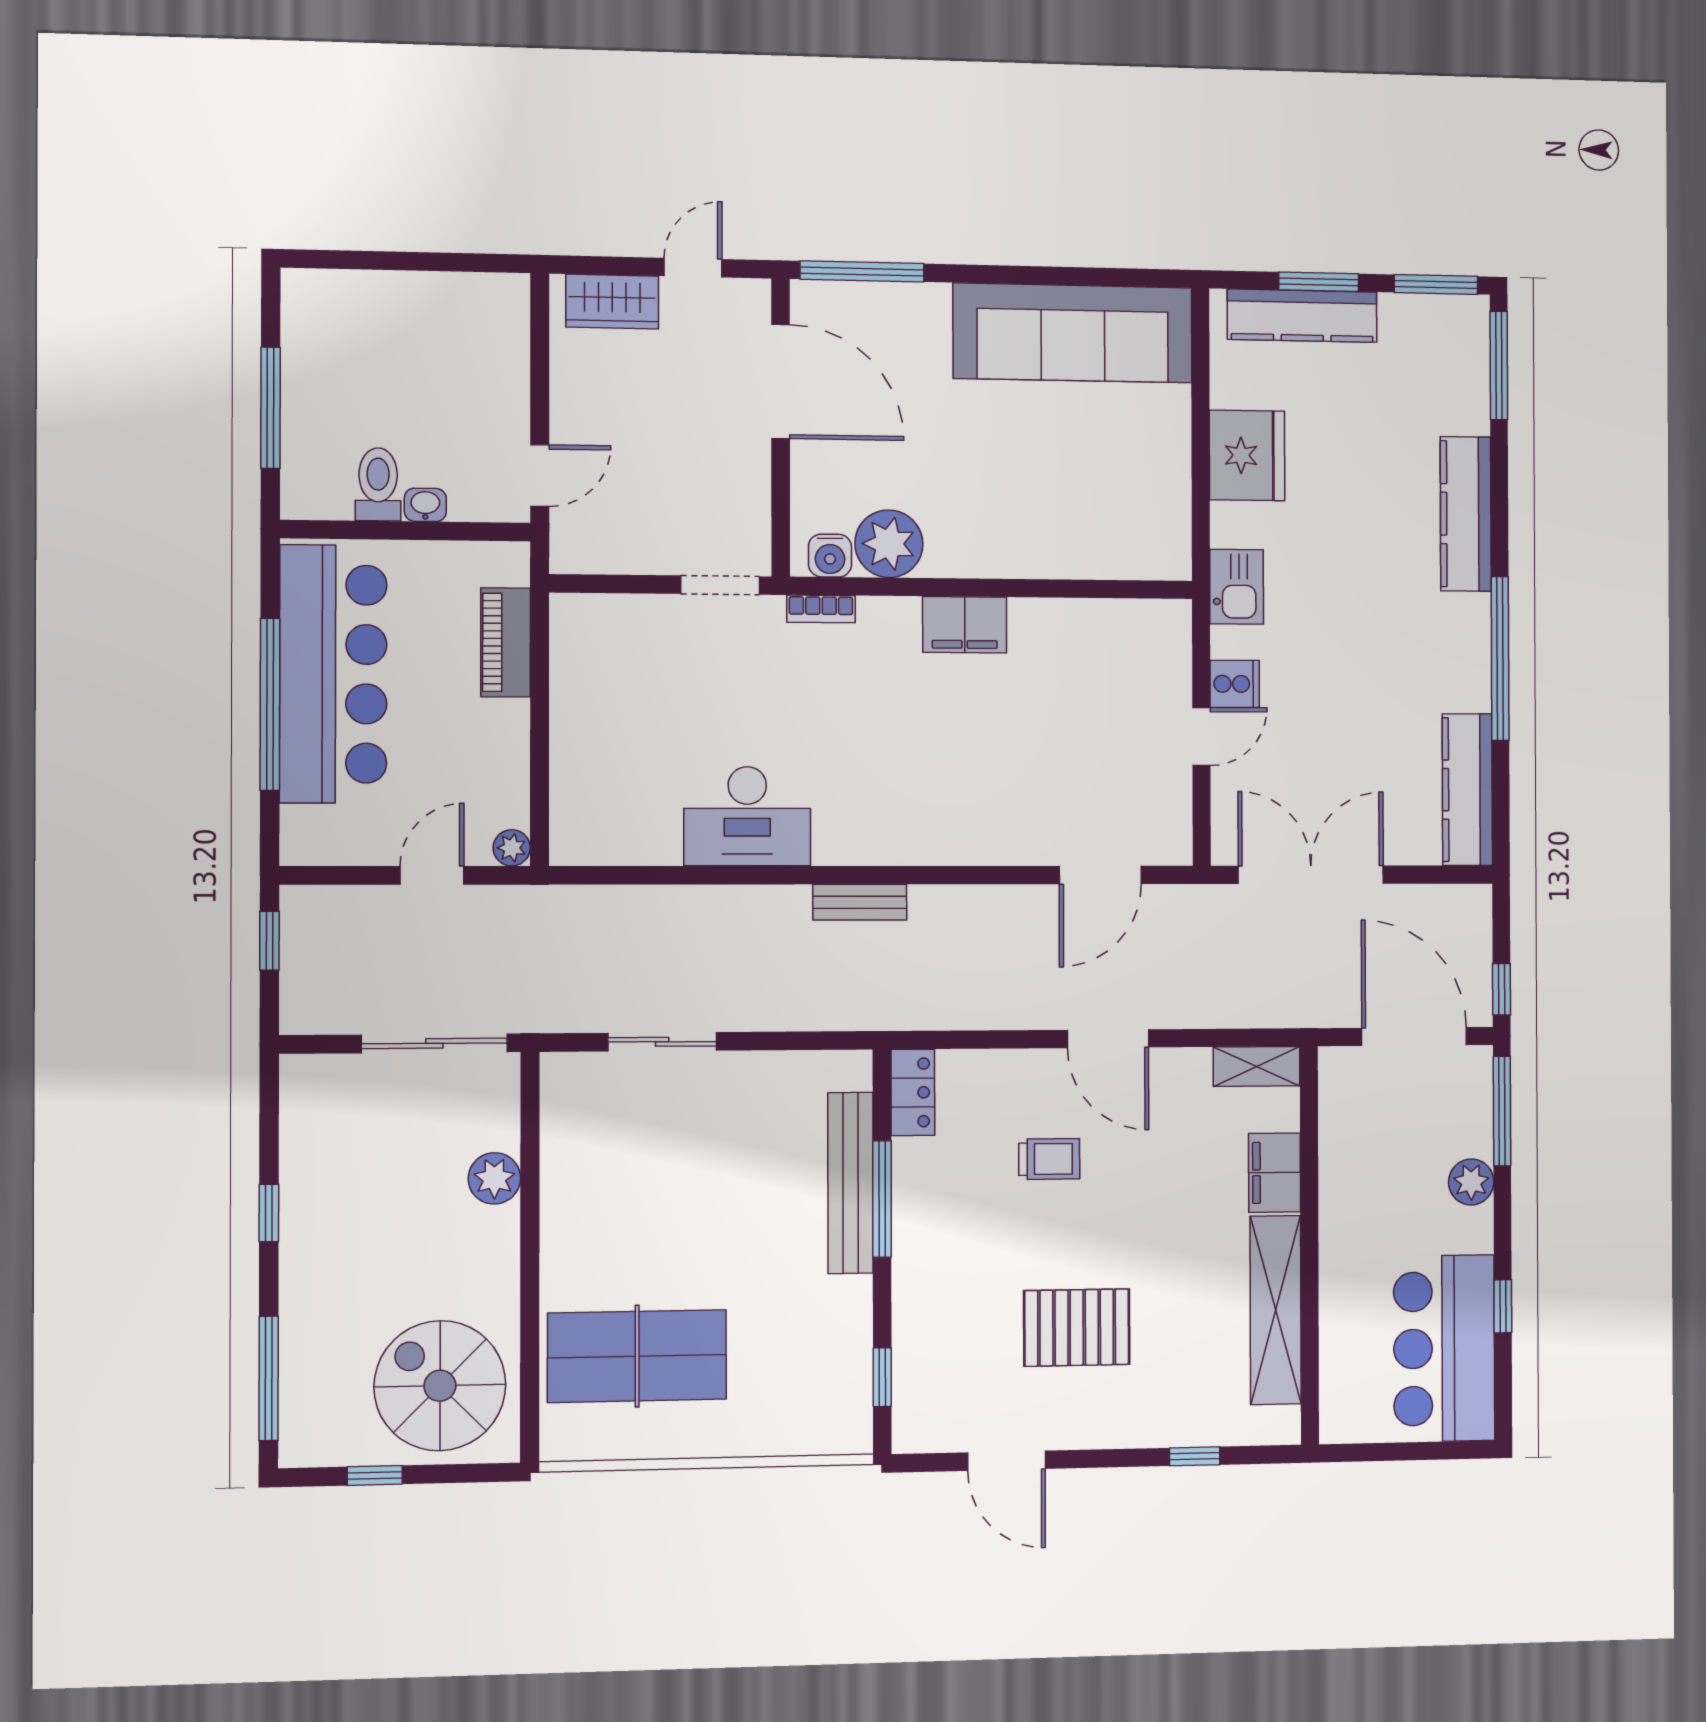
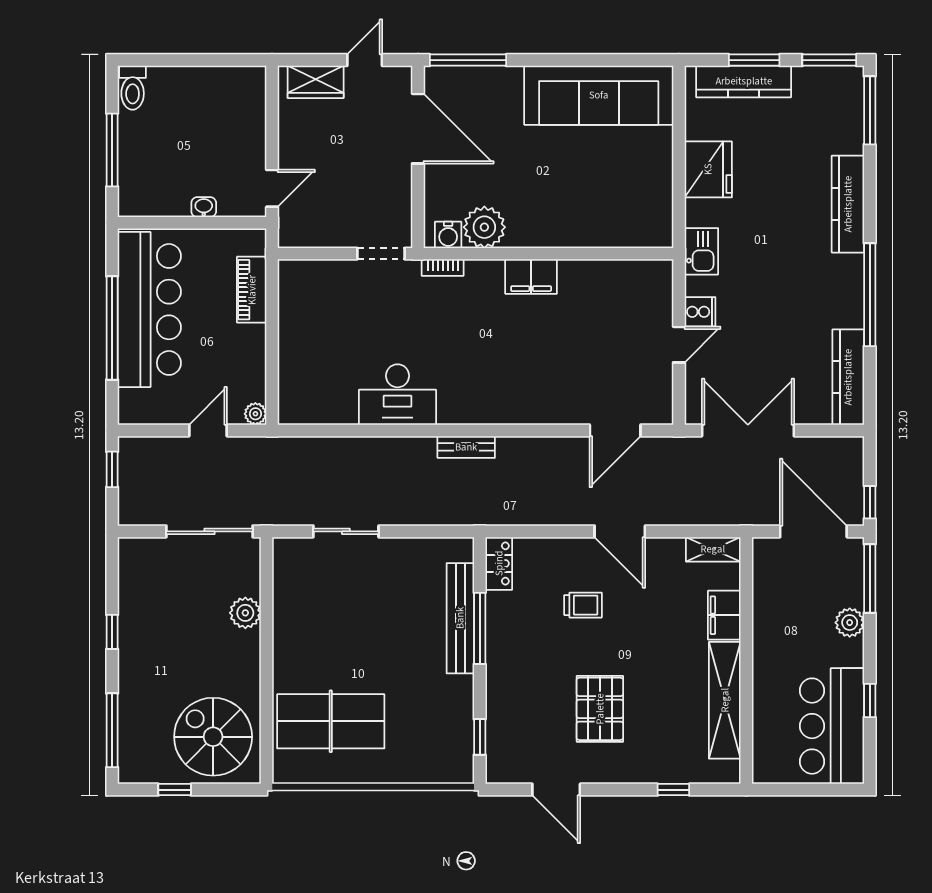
toilet: (378, 484) -> (133, 88), moved, turned 180
pallet: (1077, 1328) -> (600, 709), turned 90

